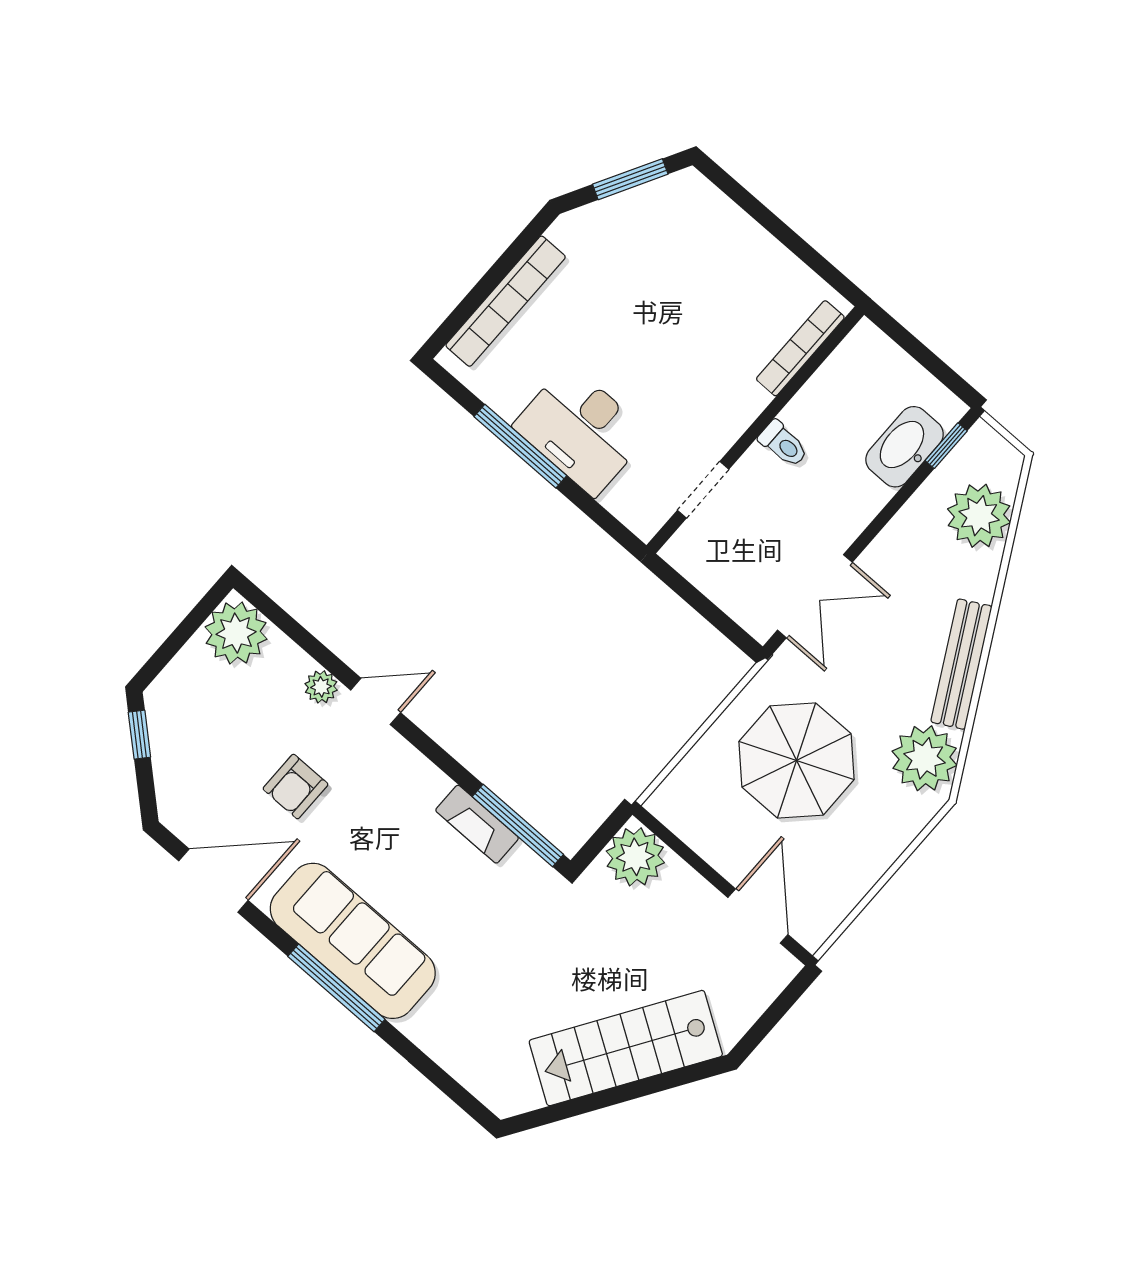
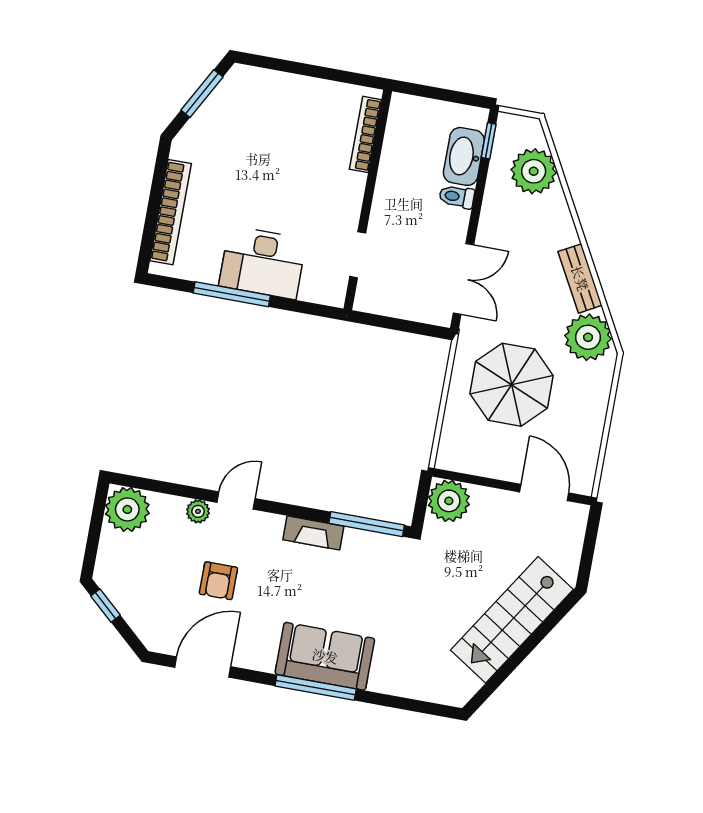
toilet: (783, 444) -> (457, 197), moved, turned 180
bench: (961, 664) -> (580, 278), width x0.73
fireplace: (477, 824) -> (313, 533), moved
sofa: (353, 941) -> (325, 656), width x0.73

